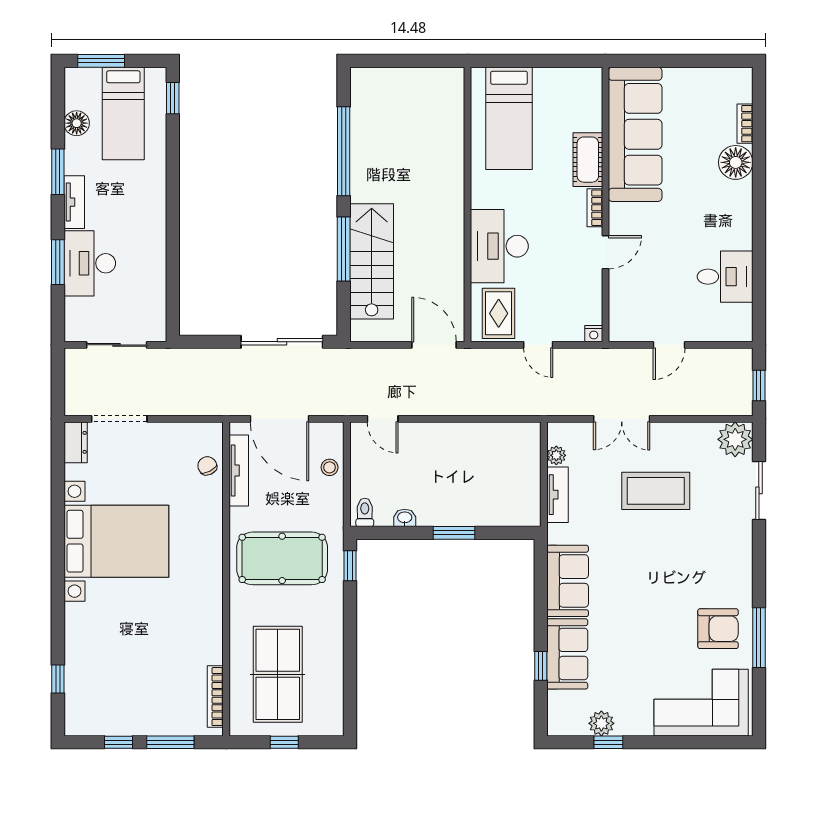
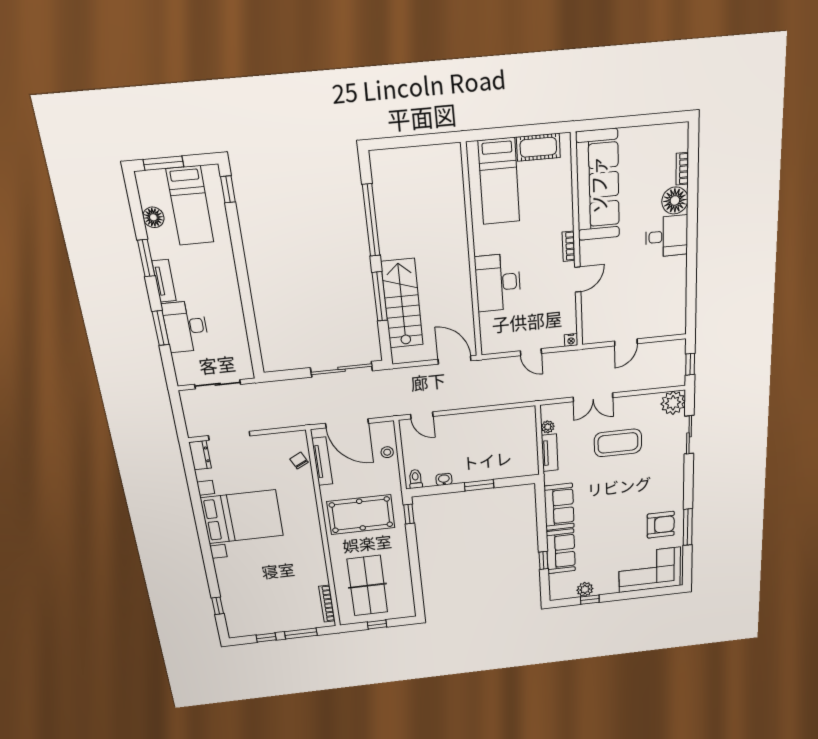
cot: (588, 160) -> (538, 147), moved, turned 90
desk: (725, 277) -> (667, 236), moved
rug: (499, 313) -> (500, 332), removed

